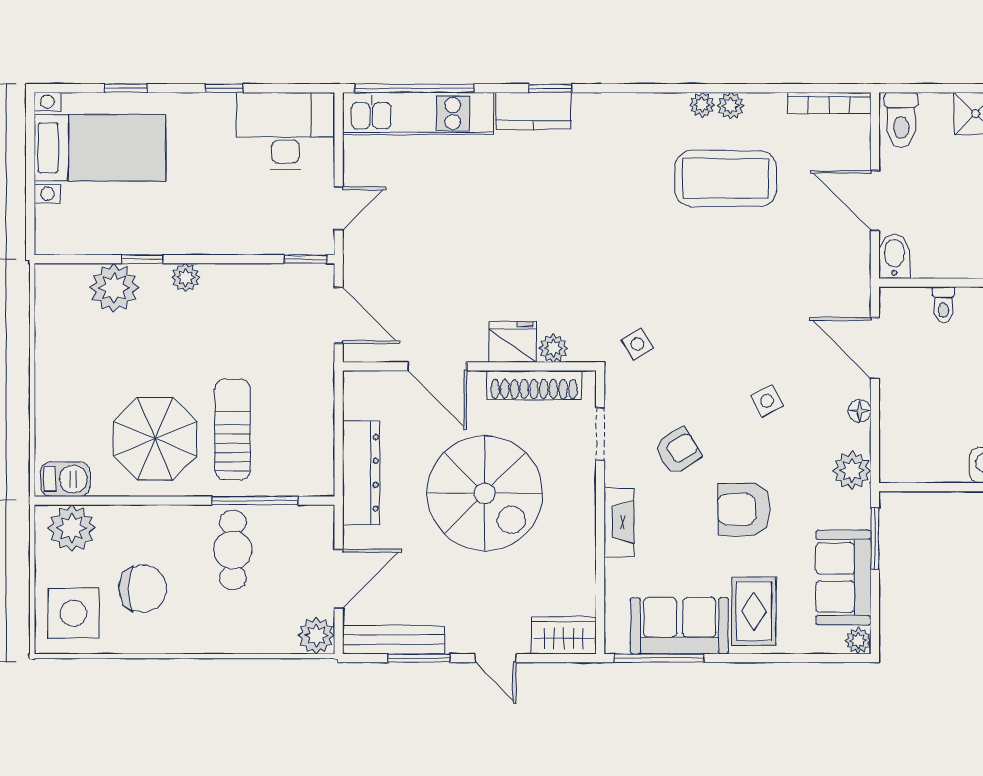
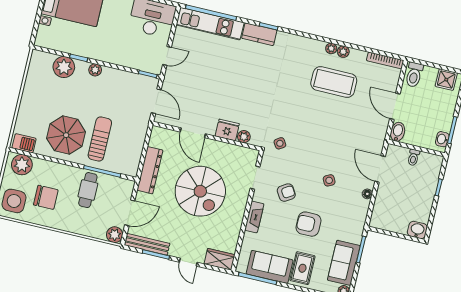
shoe rack: (534, 385) -> (232, 150), removed
plant: (852, 470) -> (358, 218), removed

